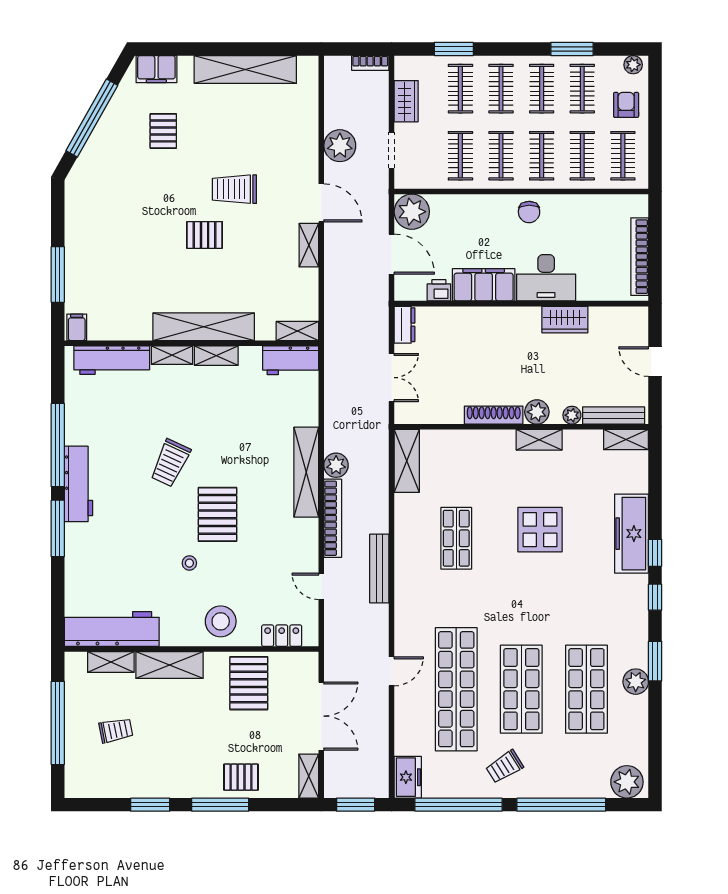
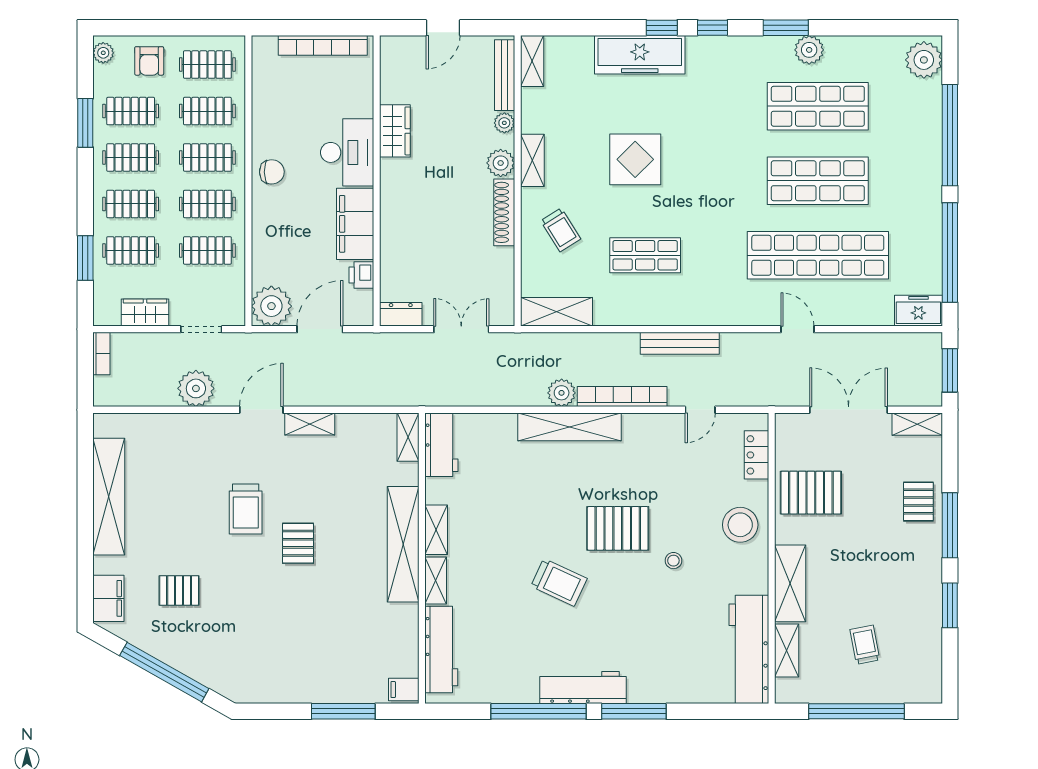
armchair: (626, 105) -> (149, 61), turned -90
trolley: (504, 767) -> (561, 230), moved

